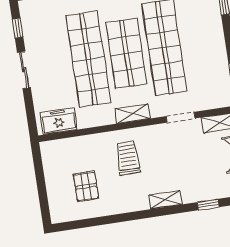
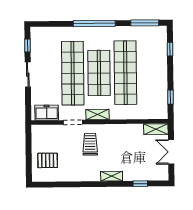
doorway: (181, 117) -> (73, 122), moved
pallet: (86, 186) -> (48, 160), moved, turned 90

